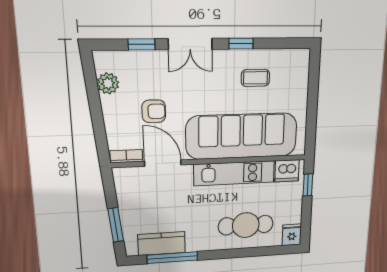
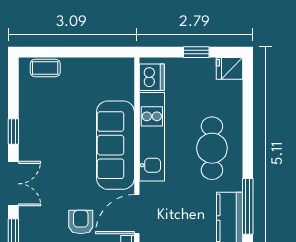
coffee table: (255, 78) -> (45, 68), moved, turned 90
sofa: (242, 136) -> (115, 145), width x0.74, depth x0.79
window: (308, 185) -> (196, 52), moved
cafe table: (246, 225) -> (212, 148), moved

